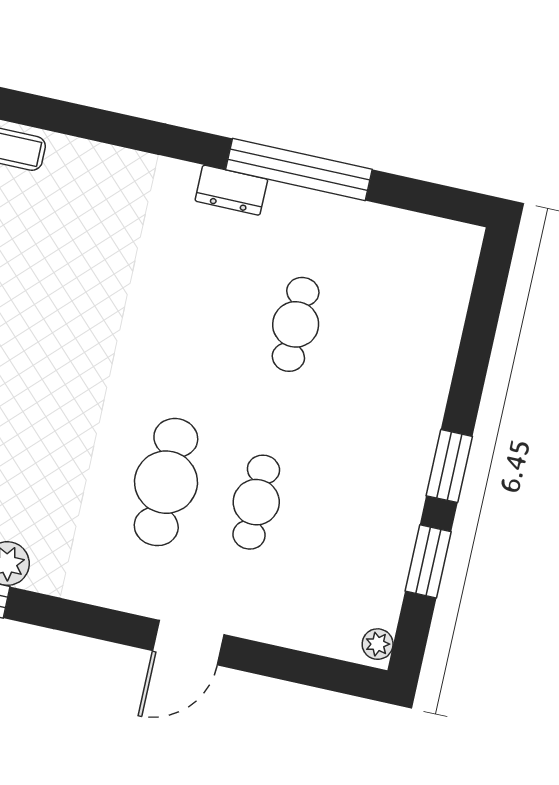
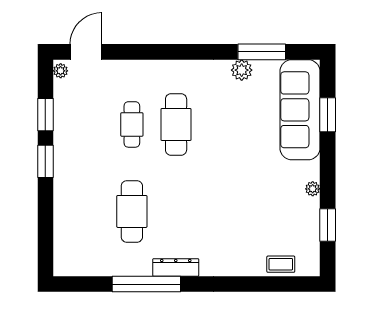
dresser: (231, 190) -> (176, 267), width x1.44
cafe table: (296, 324) -> (132, 211), width x1.37, depth x1.35
door: (188, 643) -> (86, 52), moved

